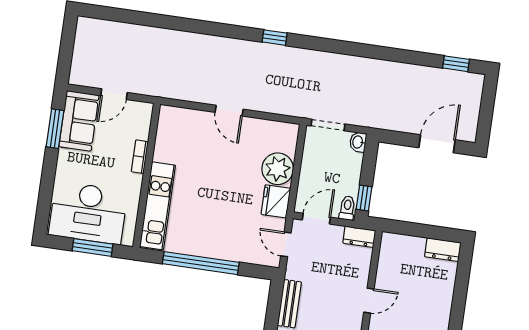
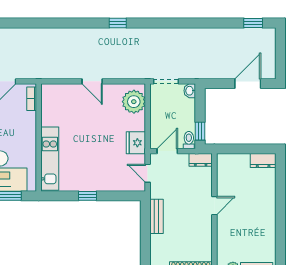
bookcase: (140, 157) -> (32, 99), moved
plant: (278, 169) -> (134, 102), moved
window: (201, 263) -> (87, 196), width x0.32

